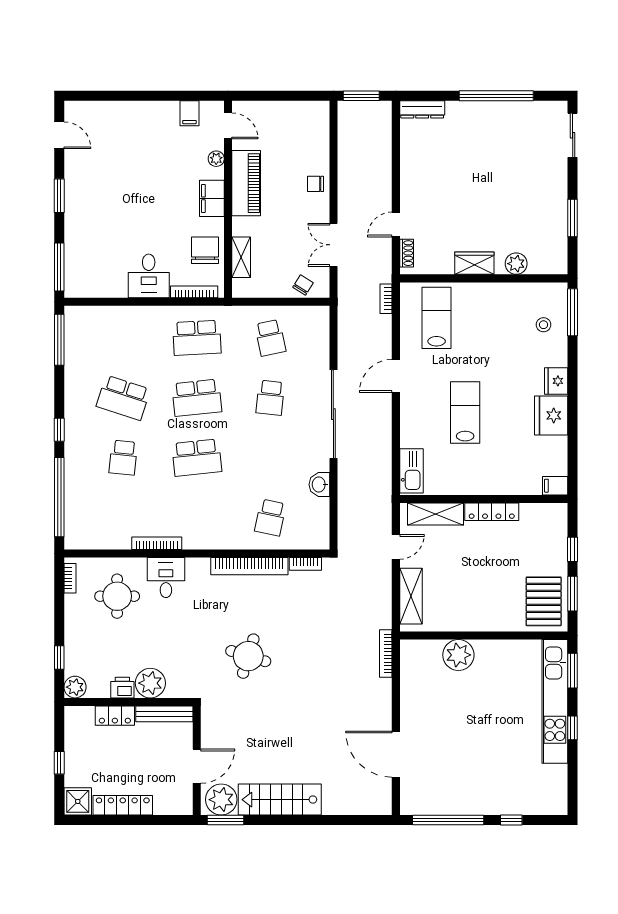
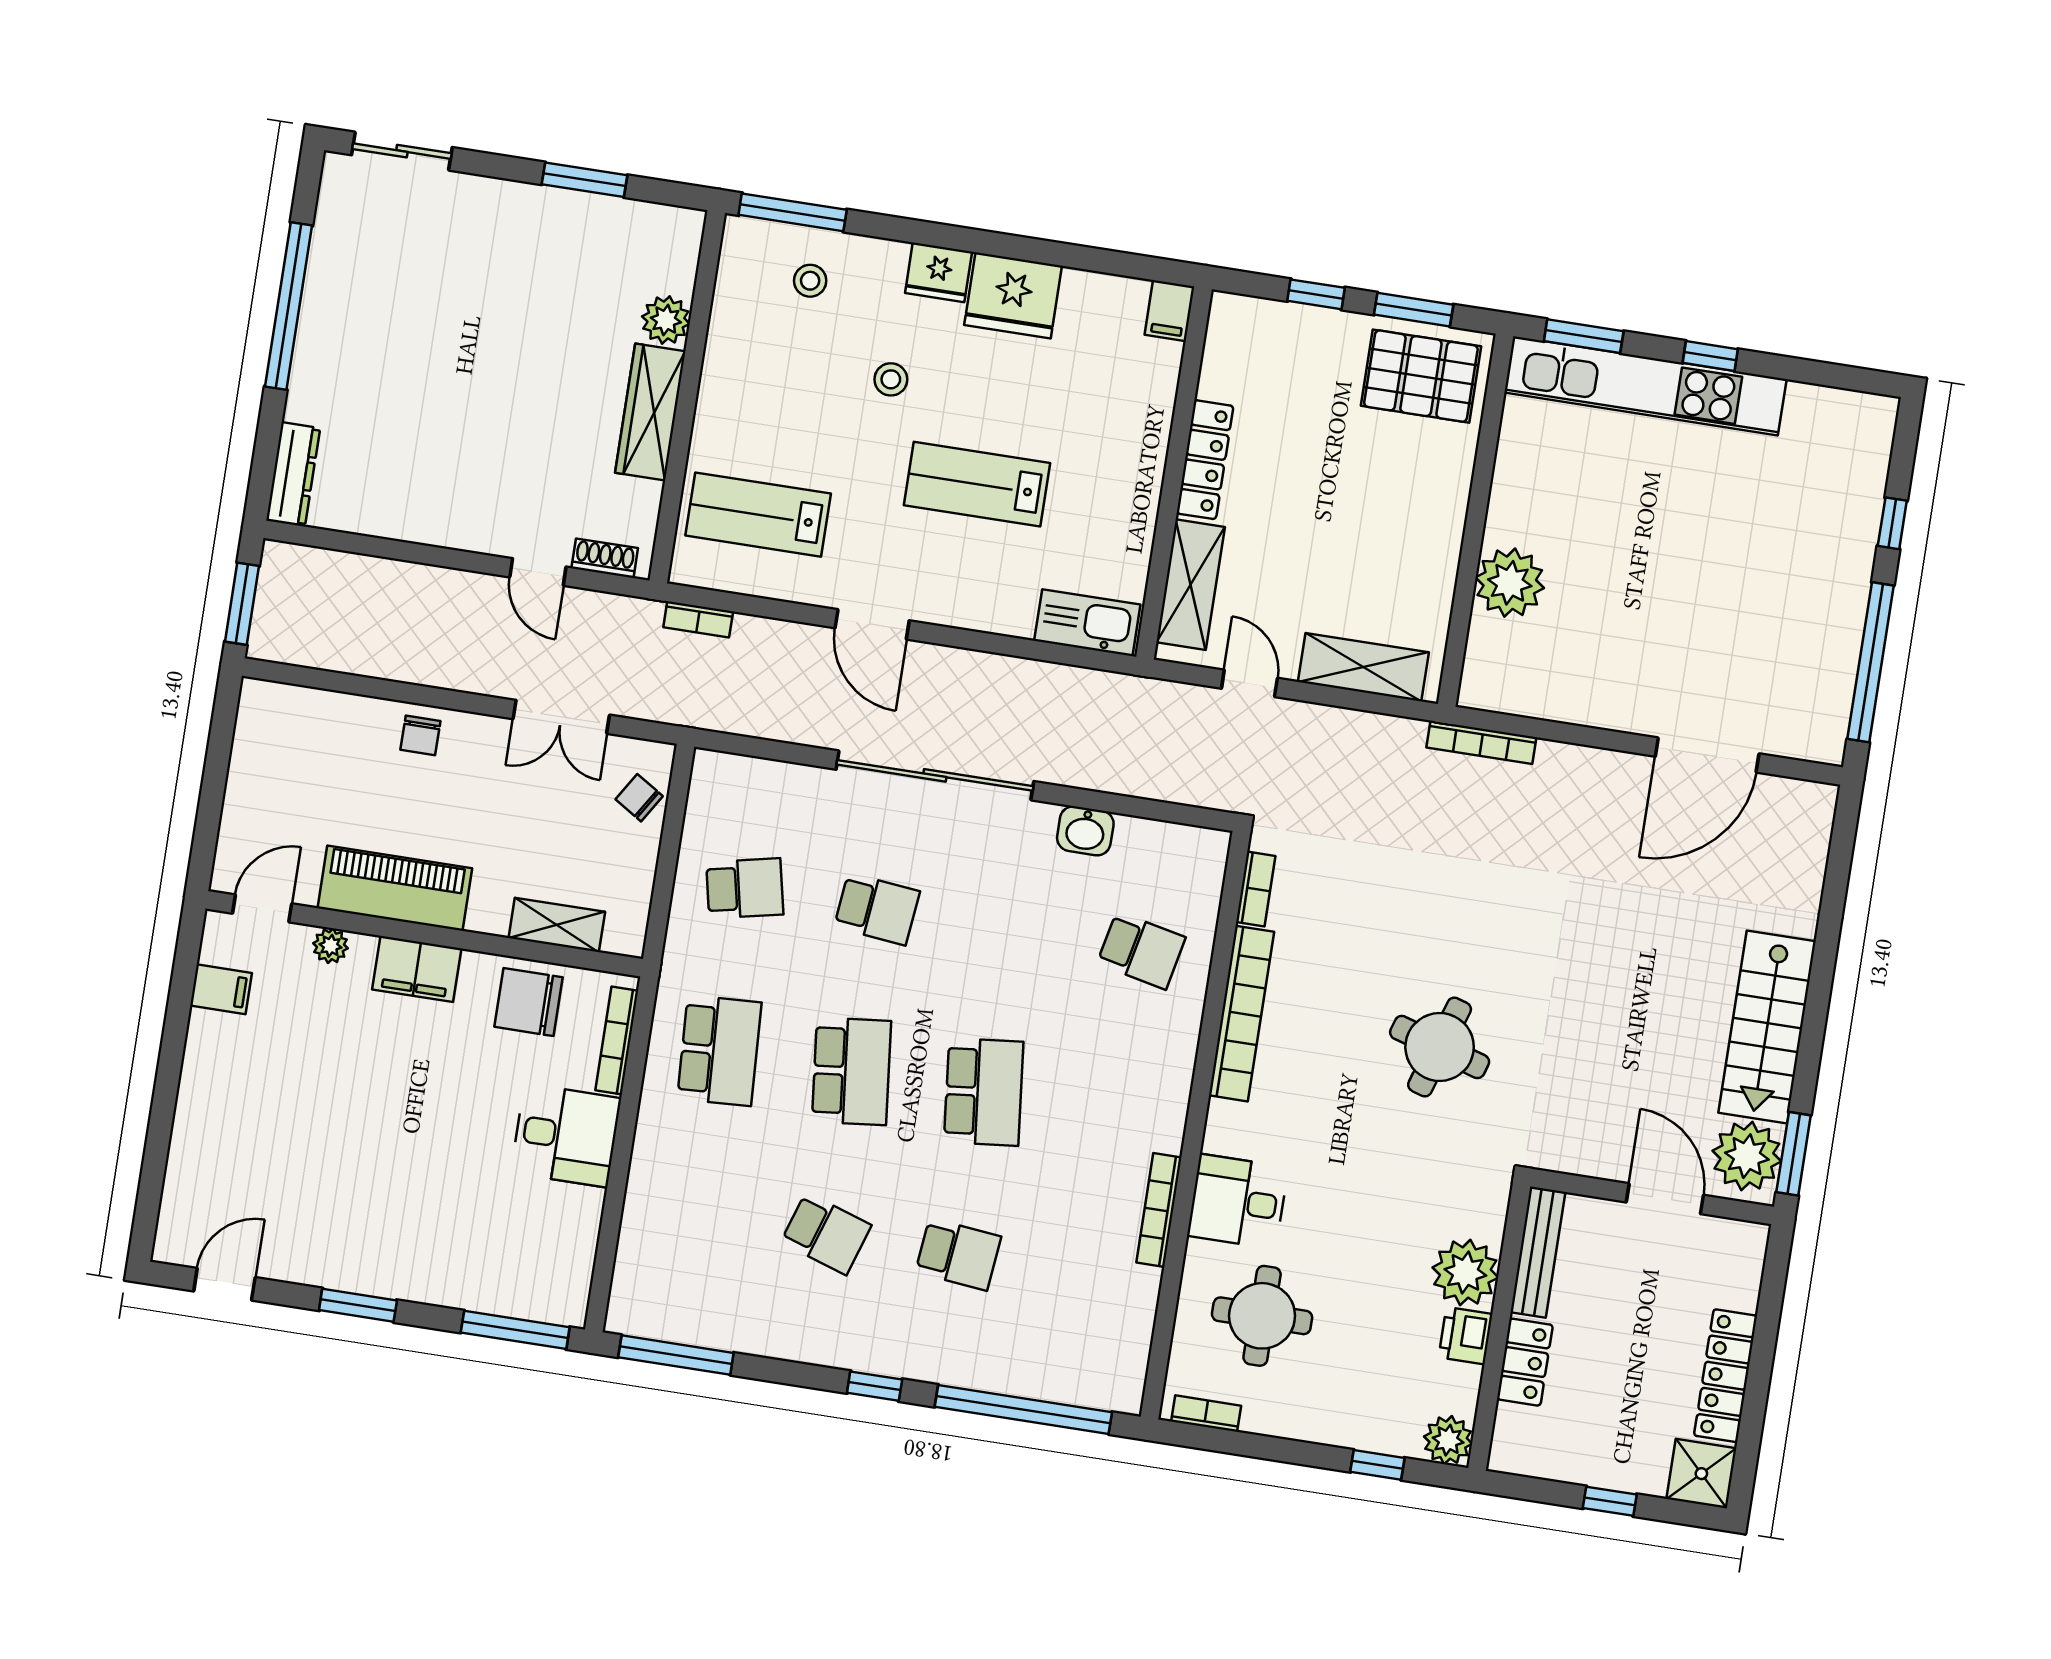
wardrobe: (474, 263) -> (650, 412), width x1.50
stool: (505, 367) -> (891, 379), added
school desk: (123, 398) -> (826, 1234), width x0.54

